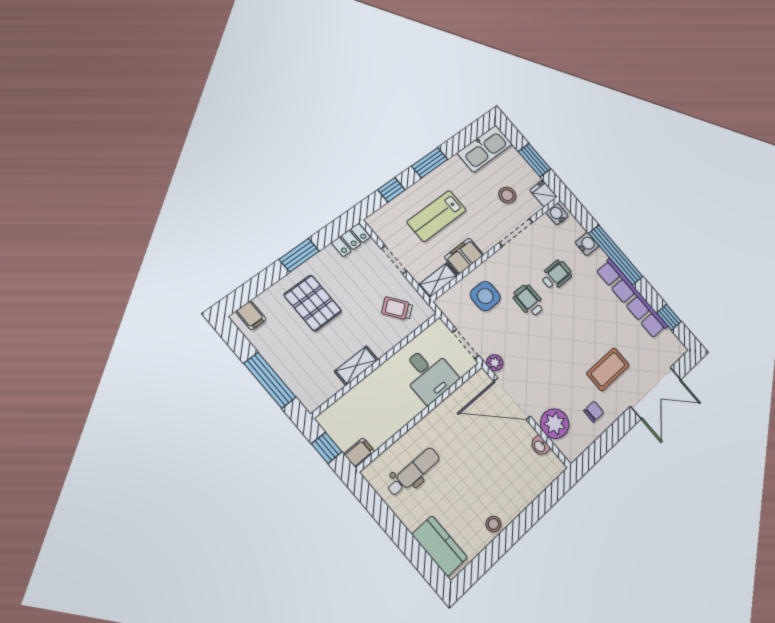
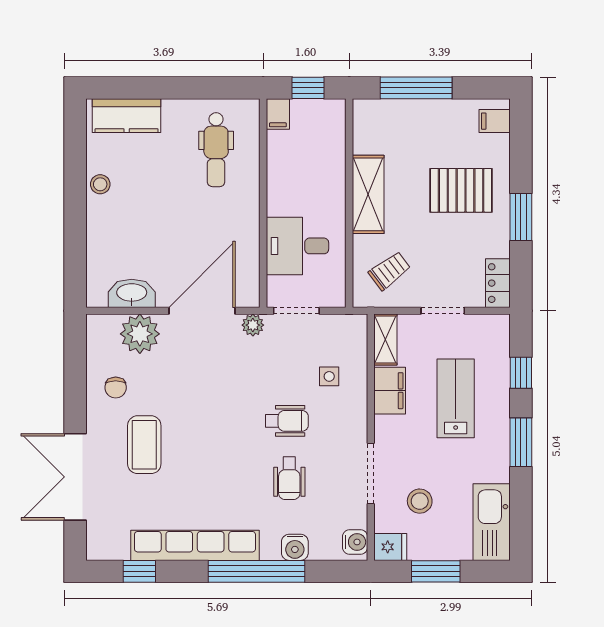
side table: (485, 296) -> (329, 376), width x0.54, depth x0.54
shelving: (356, 366) -> (368, 194), width x1.50, depth x1.33
washbasin: (540, 446) -> (132, 293), width x1.91, depth x1.45

